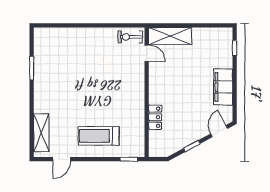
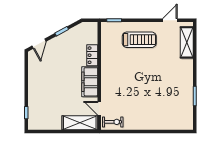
filing cabinet: (223, 87) -> (90, 82), moved, turned 180

